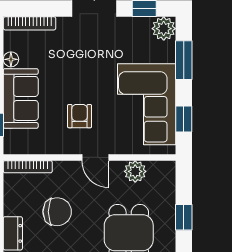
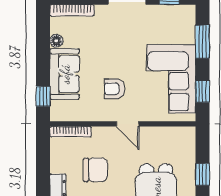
plant: (164, 29) -> (186, 15), removed
armchair: (80, 116) -> (114, 89), turned -90
plant: (135, 171) -> (161, 136), removed

